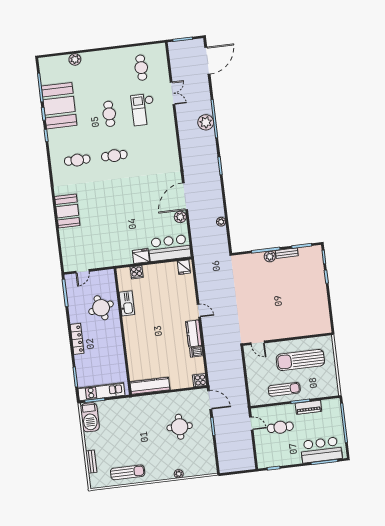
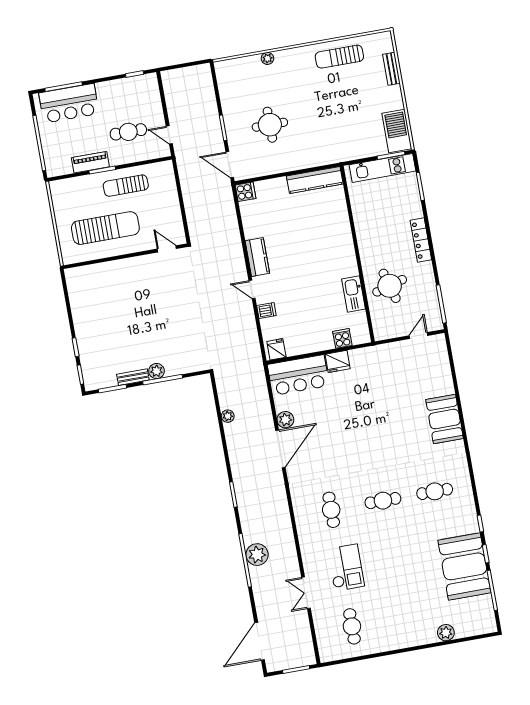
cafe table: (109, 114) -> (331, 510), moved
dishwasher: (196, 352) -> (266, 311), moved

